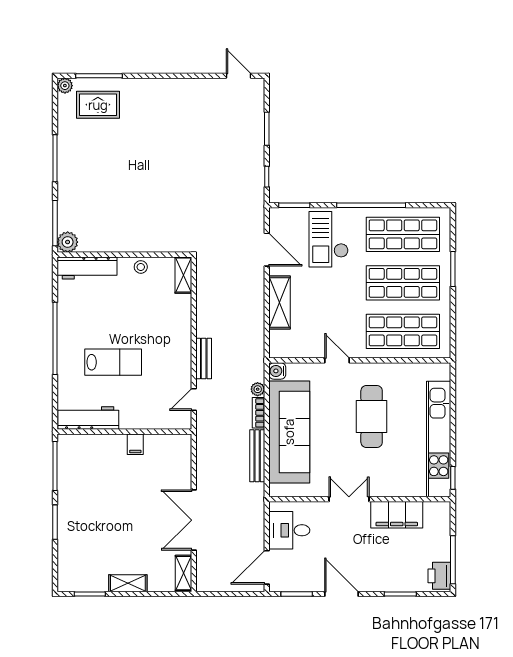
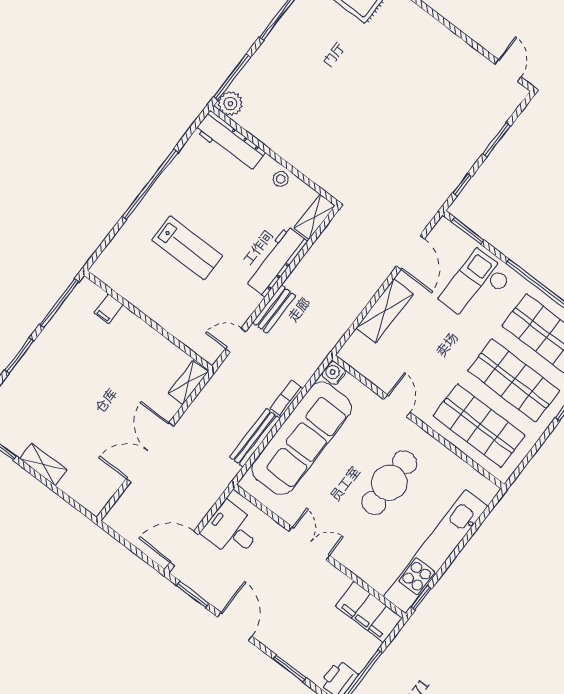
plant: (258, 389) -> (303, 376), removed
workbench: (88, 418) -> (276, 261), moved, turned -90
filing cabinet: (135, 444) -> (108, 309), moved
filing cabinet: (397, 515) -> (369, 612), moved
shelving: (183, 573) -> (188, 382), moved

